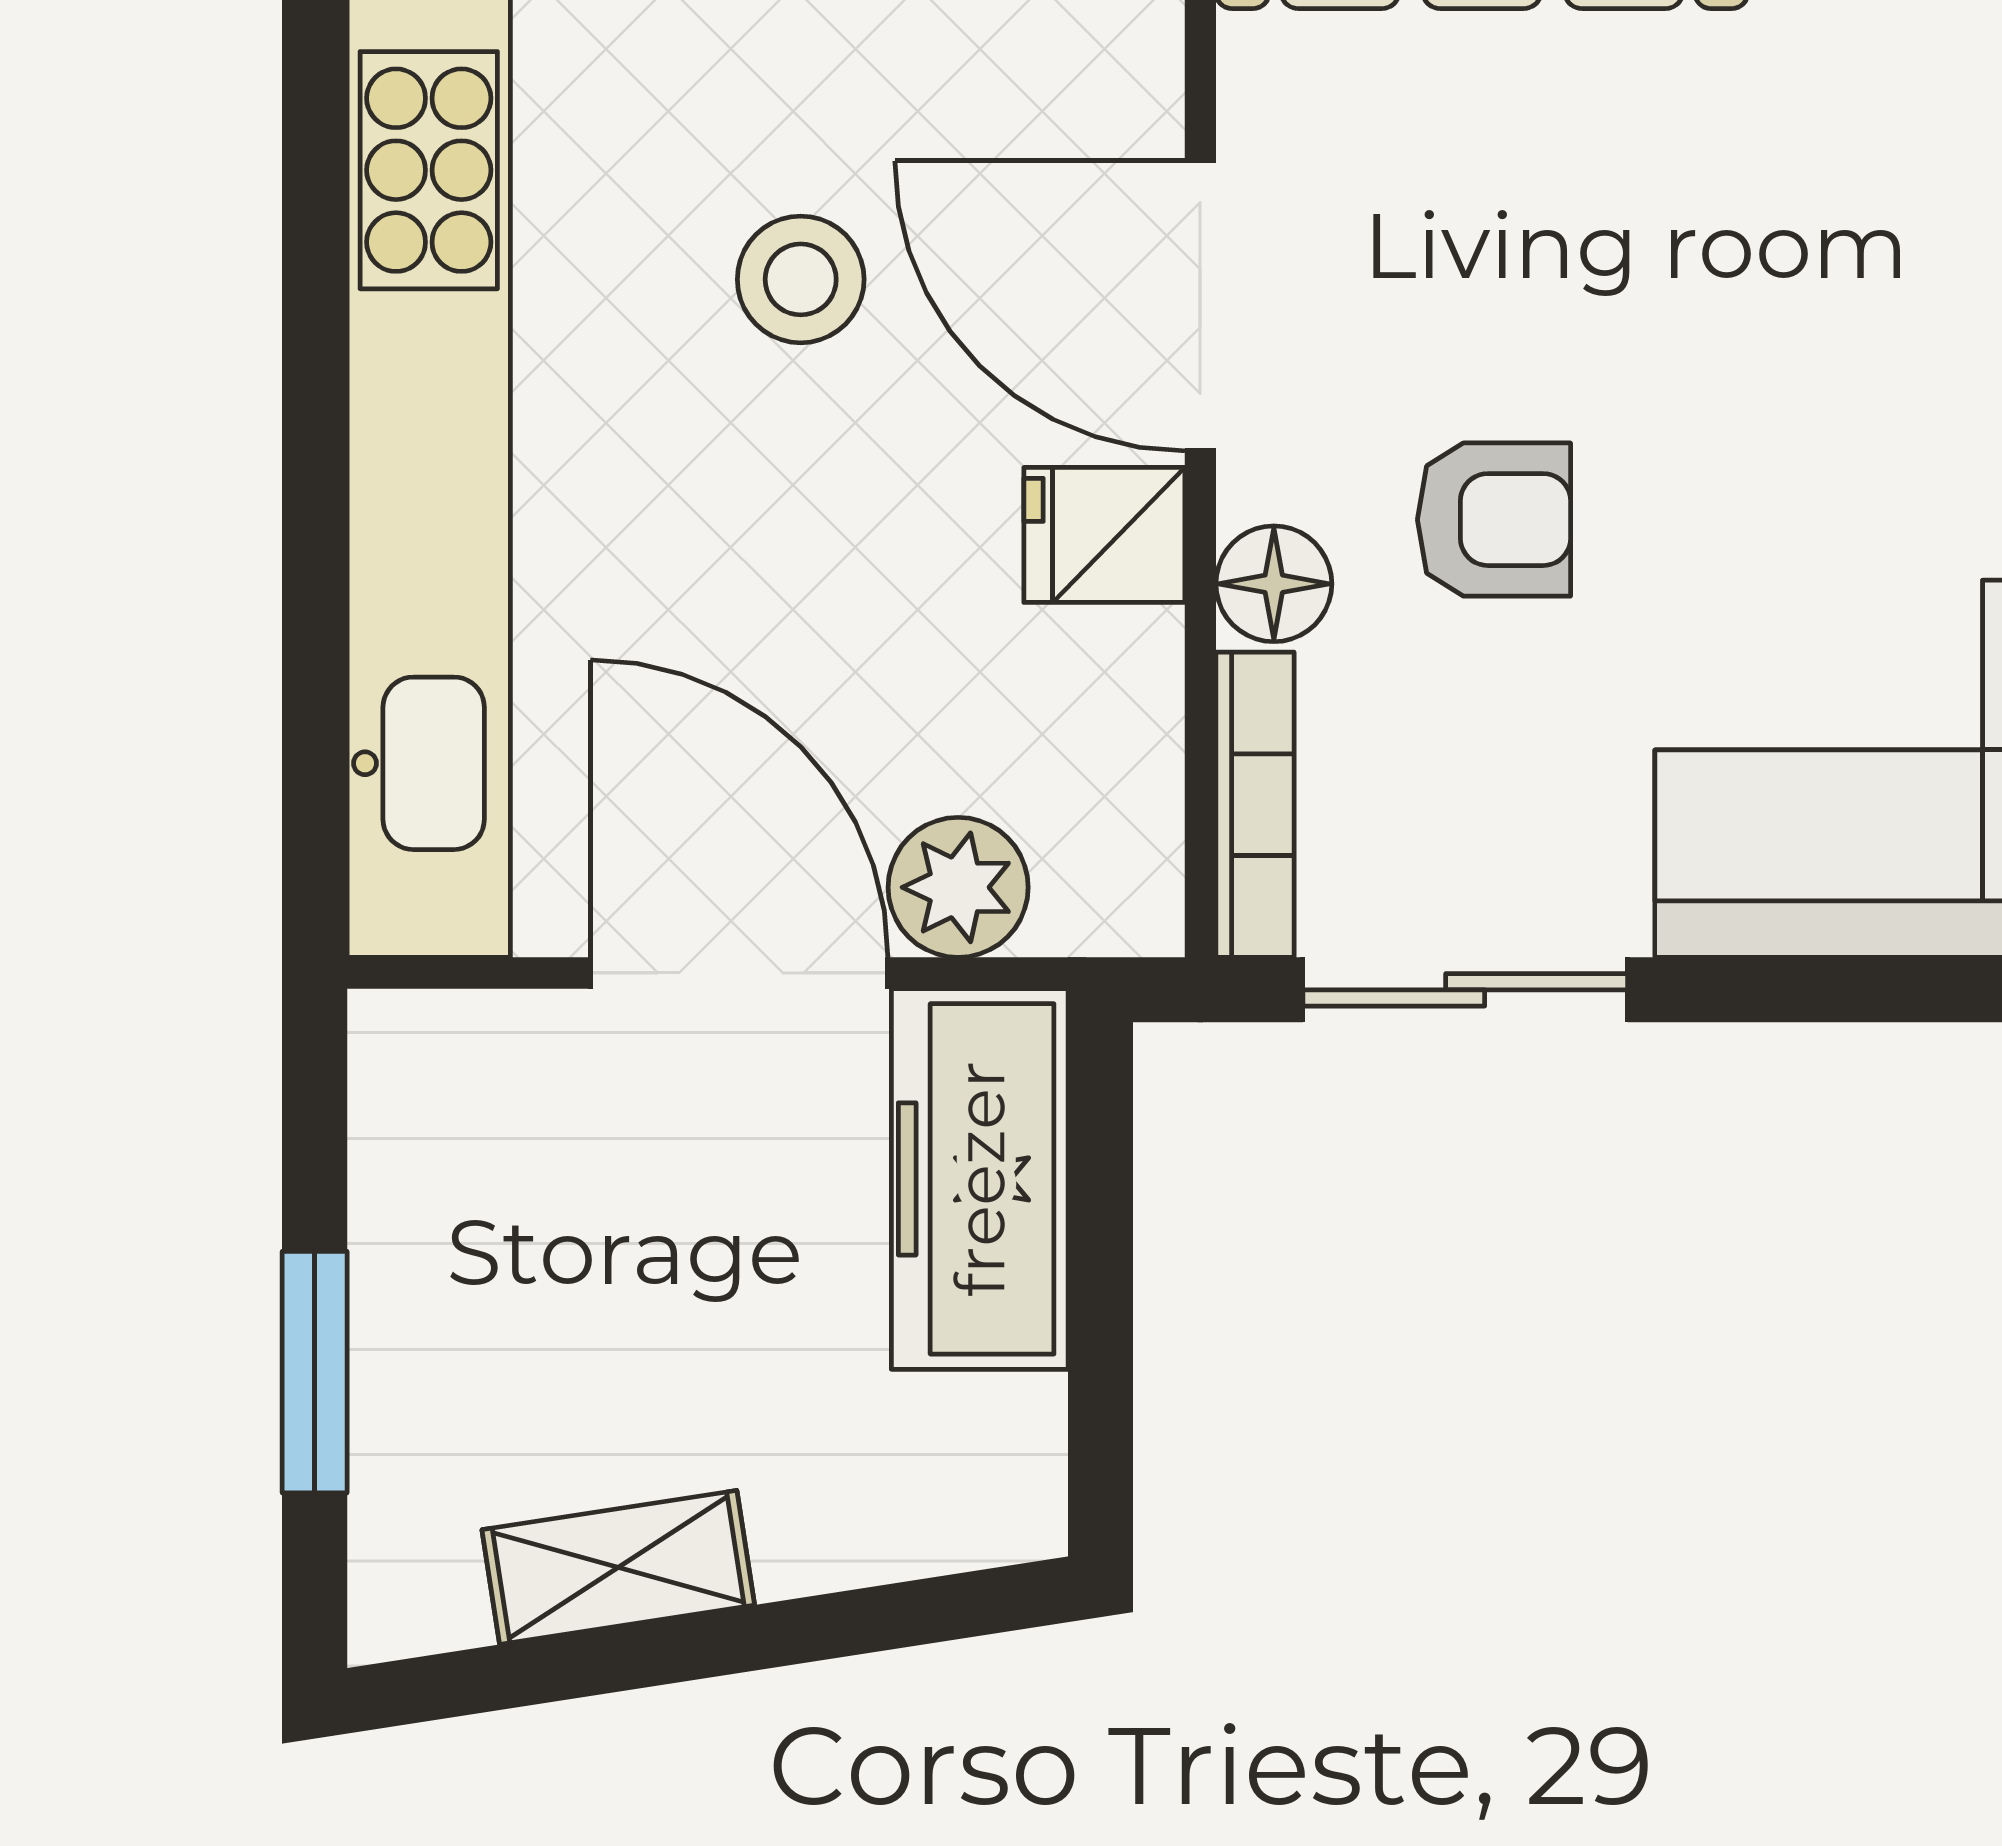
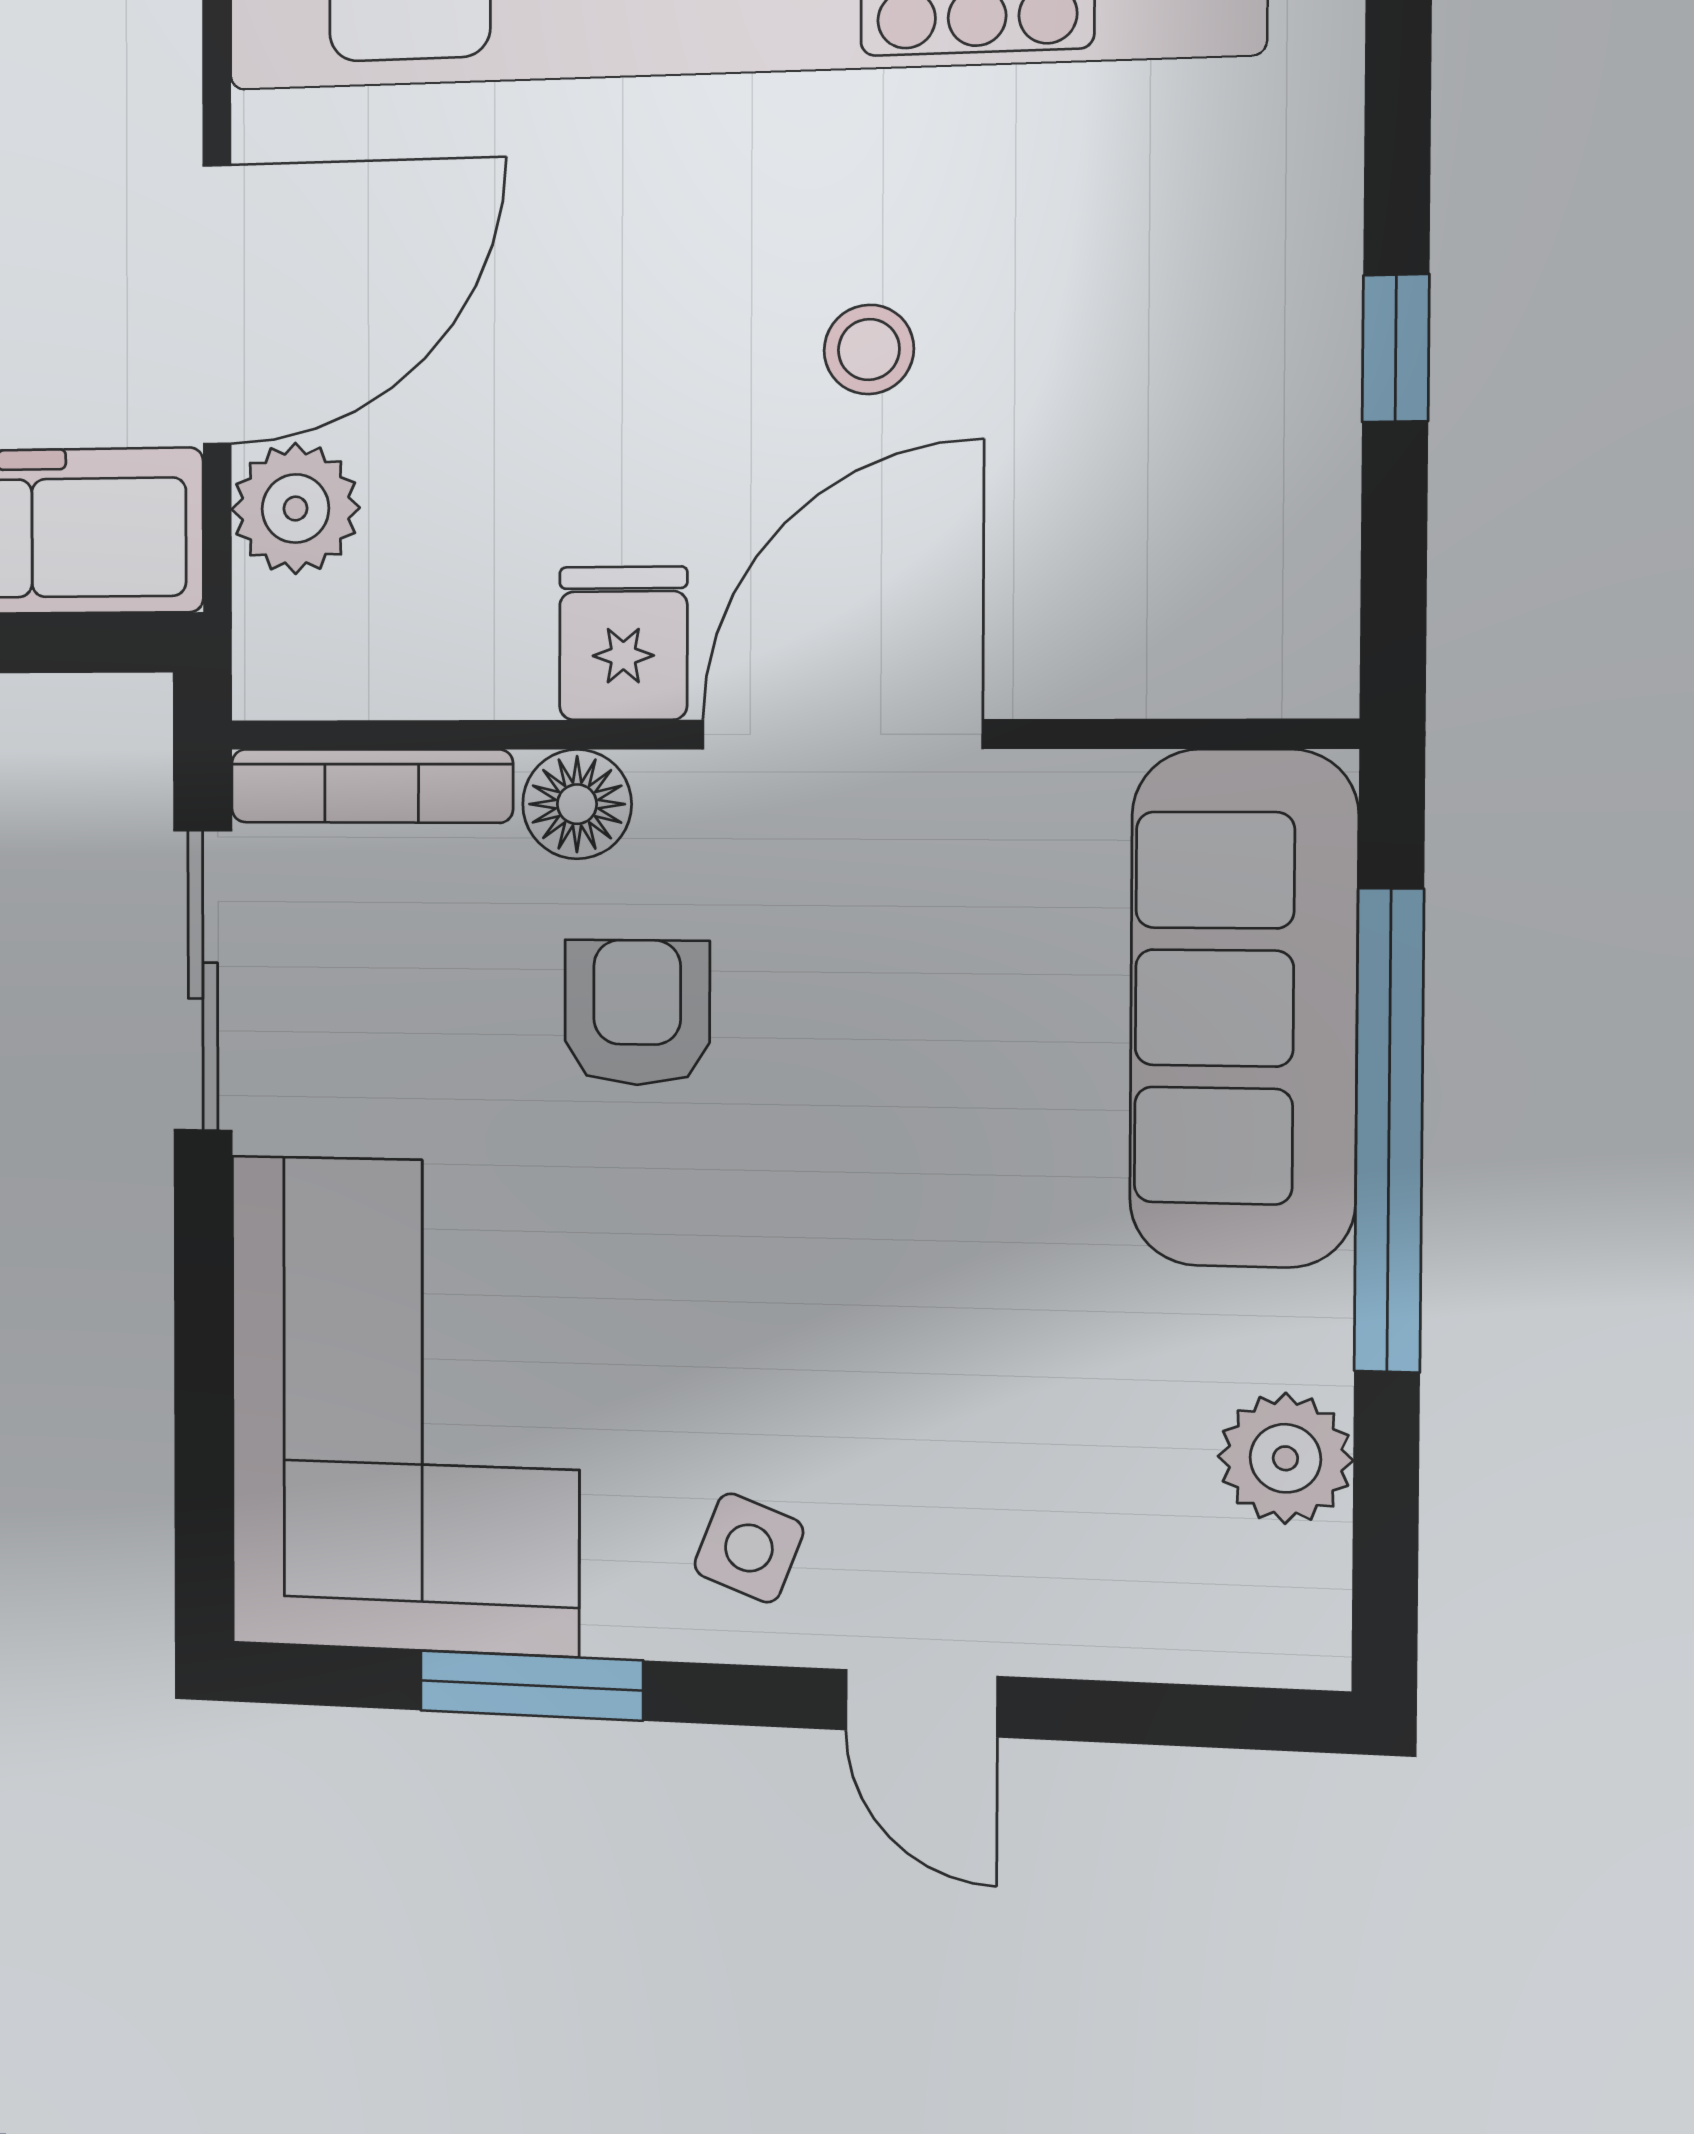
stool: (801, 279) -> (869, 349), width x0.73, depth x0.73
armchair: (1494, 520) -> (637, 1013), turned 180

